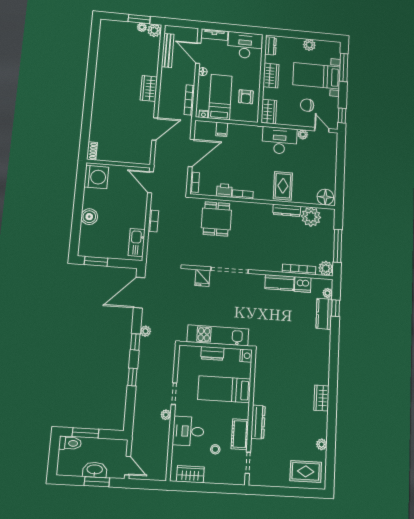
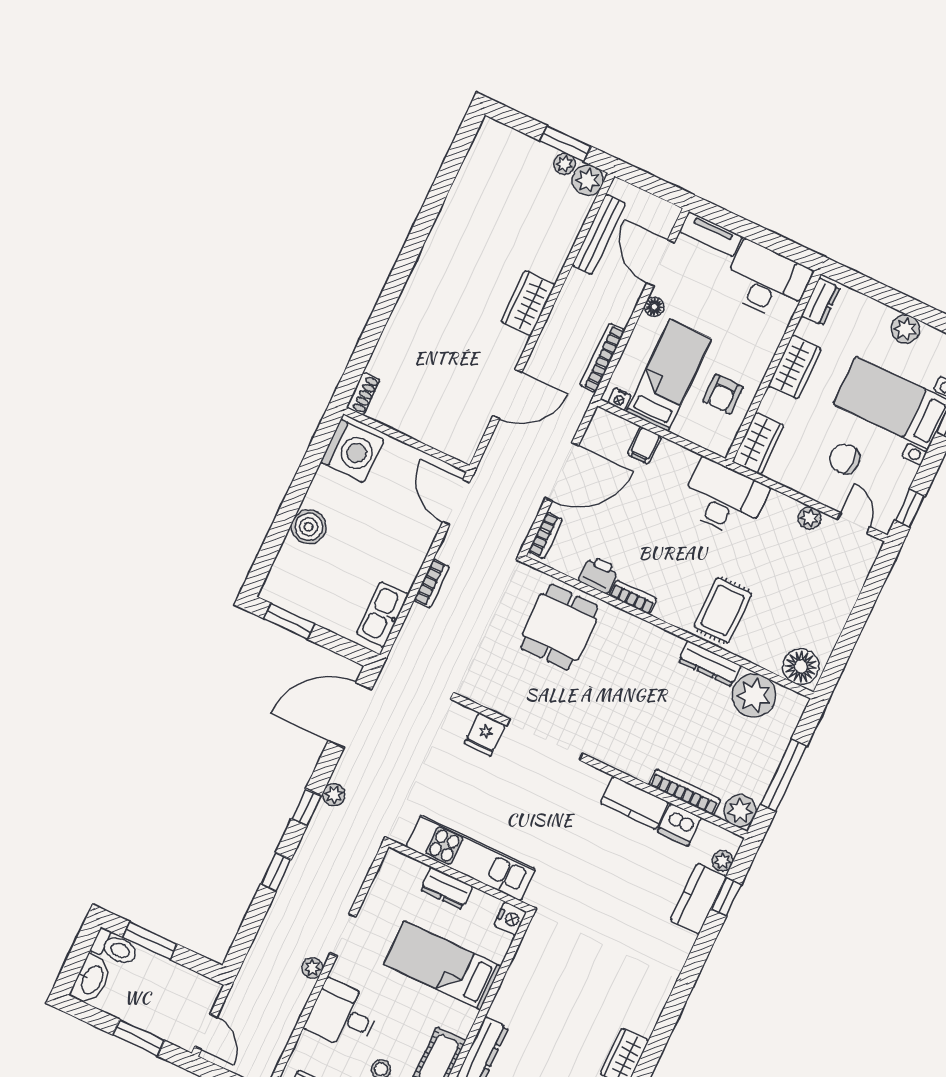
desk: (280, 141) -> (724, 498), moved
washbasin: (95, 470) -> (91, 980), moved, turned 90

